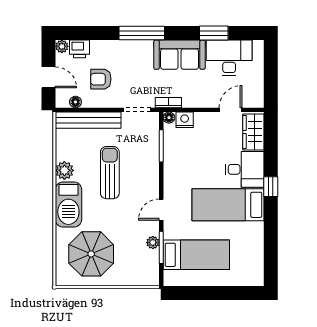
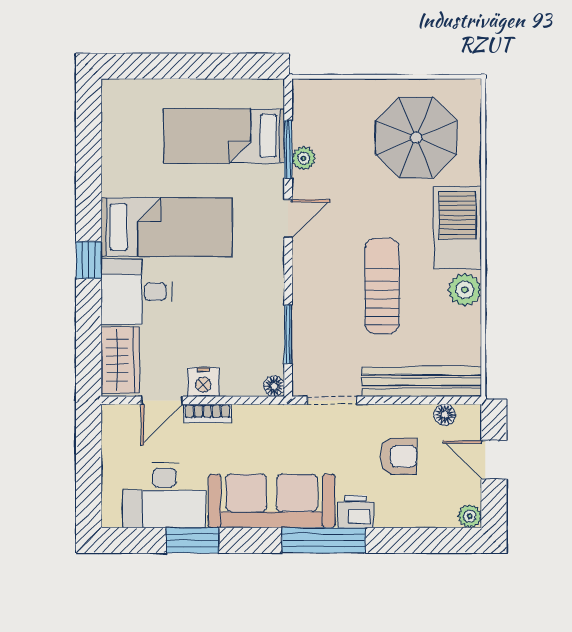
printer: (80, 49) -> (356, 511), moved
sofa: (180, 55) -> (272, 501), width x1.36
bookcase: (168, 103) -> (207, 413), moved
nightstand: (185, 120) -> (203, 382), moved
sun lounger: (110, 173) -> (382, 286), turned 180

